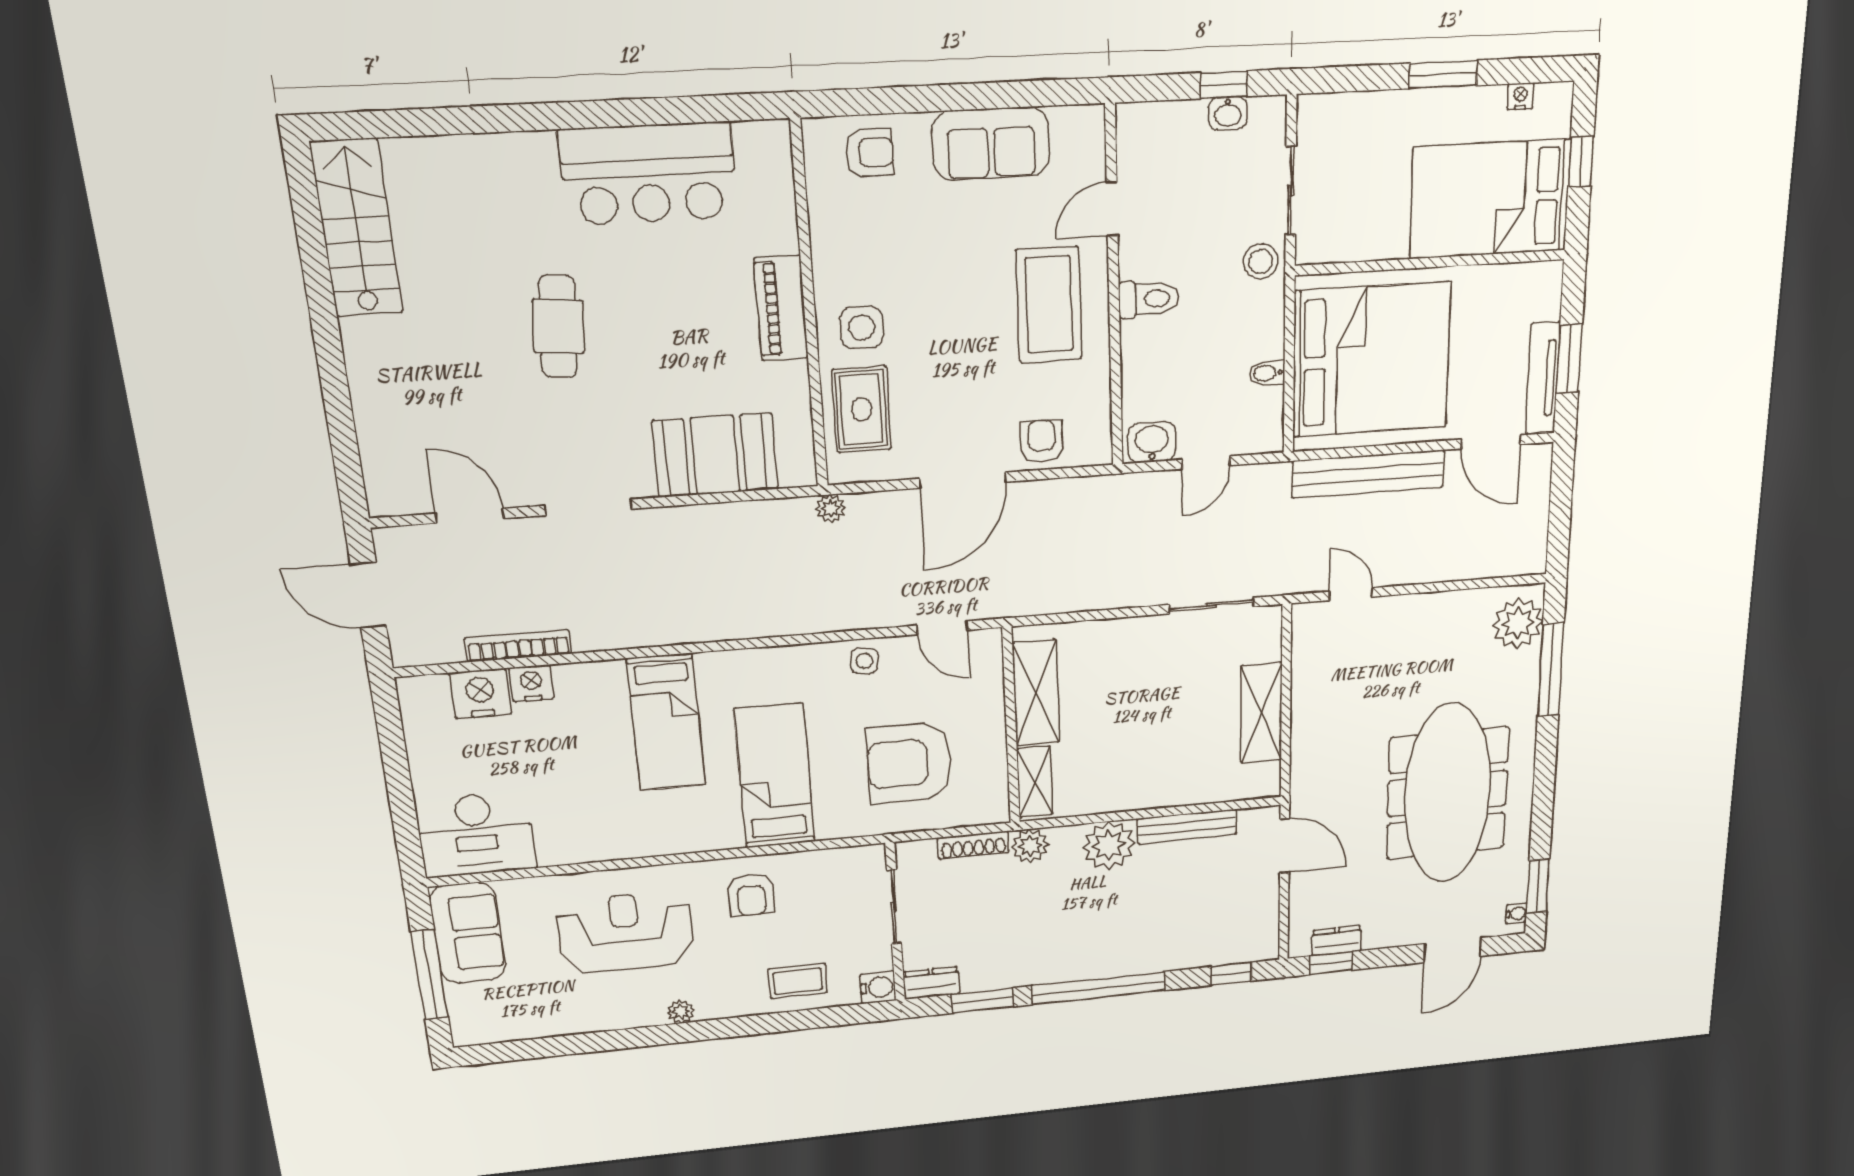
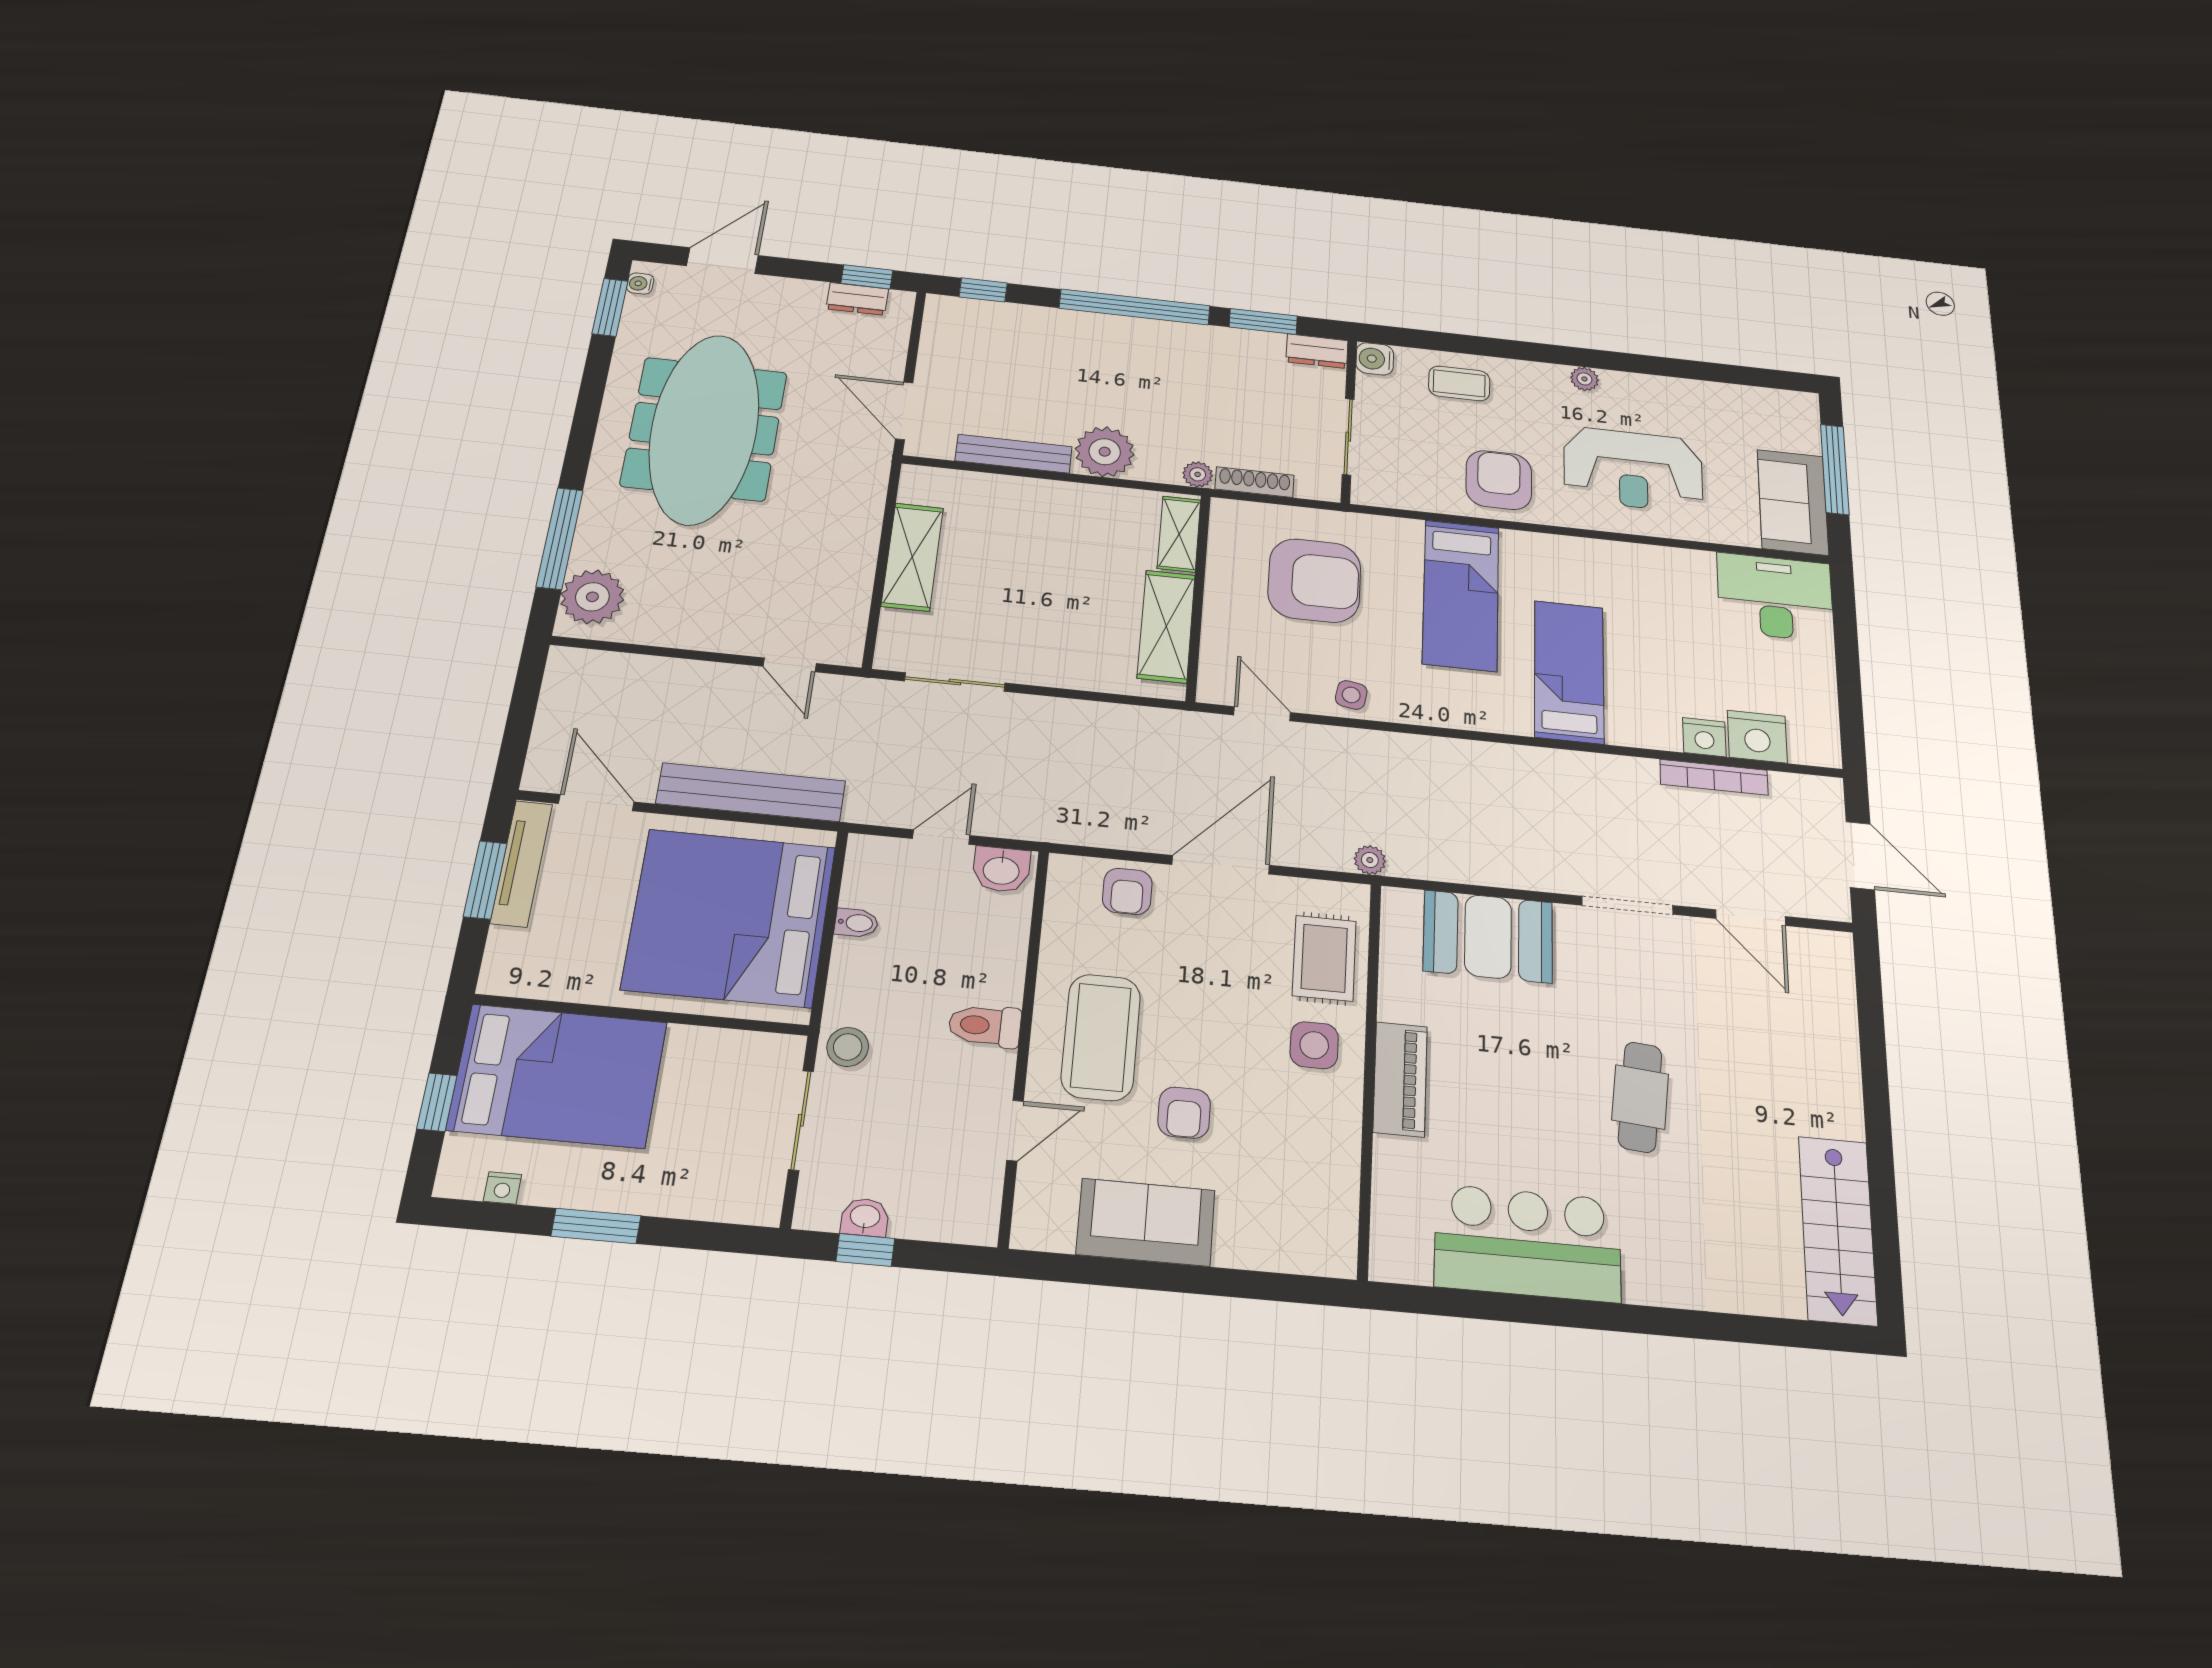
armchair: (870, 153) -> (1184, 1113), moved, turned -90
plant: (1030, 846) -> (1198, 474), width x0.73, depth x0.73
armchair: (751, 895) -> (1499, 480), width x1.38, depth x1.38

